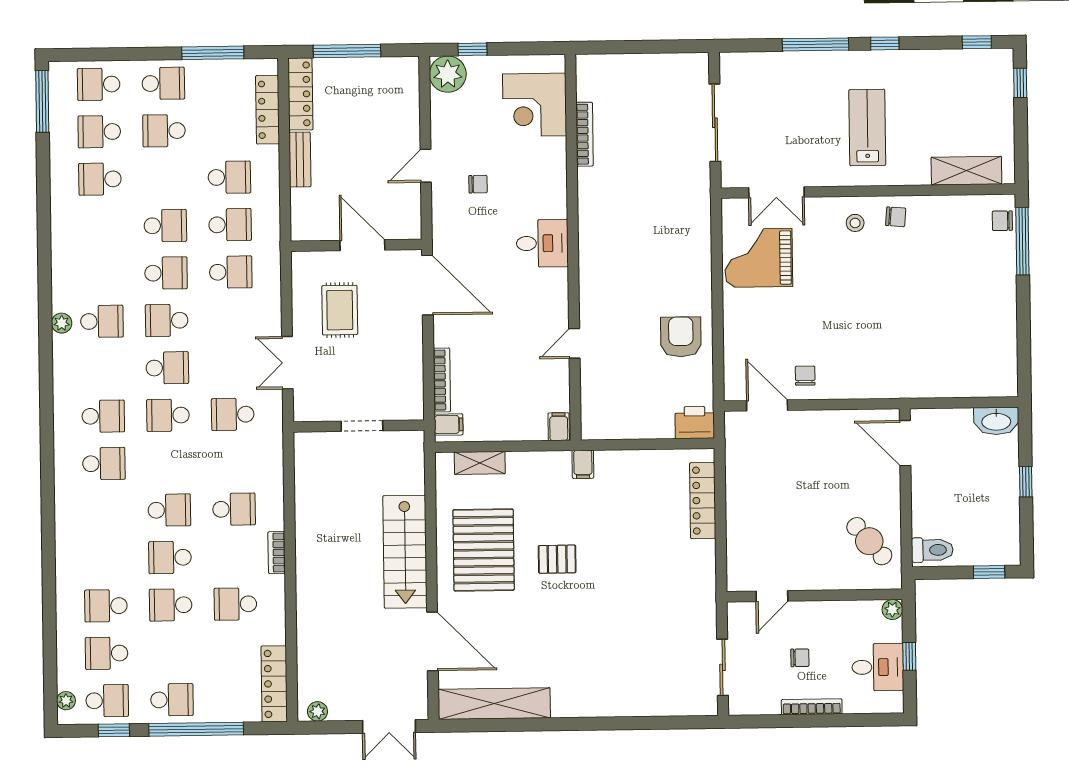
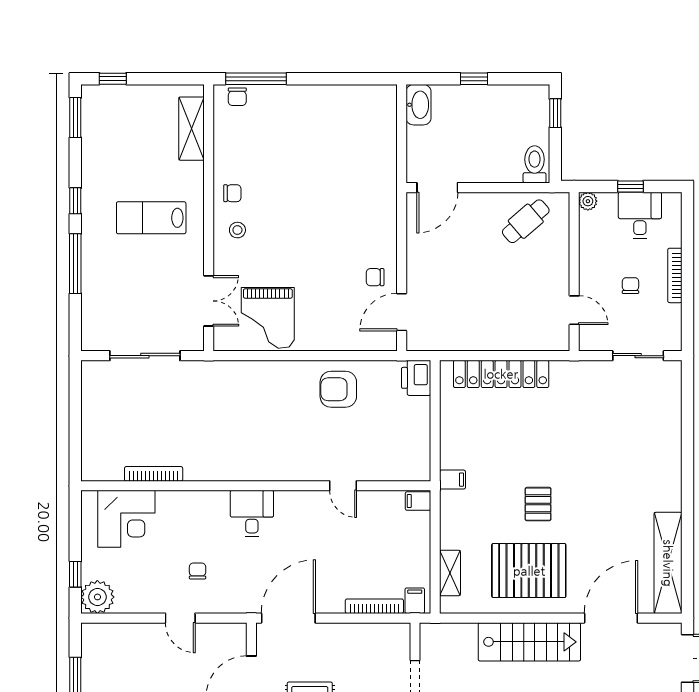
window: (977, 42) -> (75, 118), width x1.50
chair: (896, 217) -> (232, 193), turned 85
locker: (703, 501) -> (501, 374), width x1.41, depth x1.21

